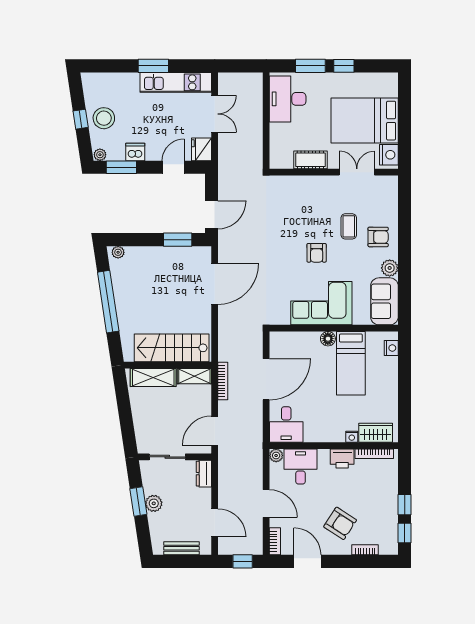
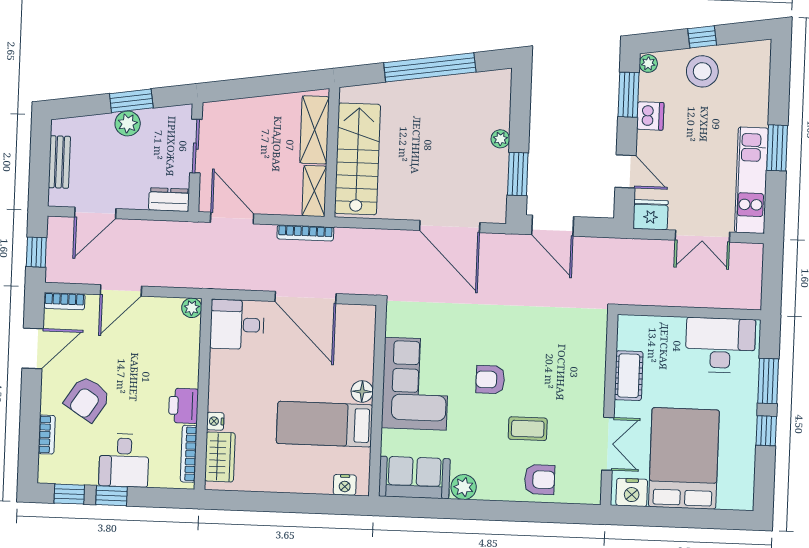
armchair: (378, 237) -> (540, 480), moved, turned -90
plant: (118, 252) -> (500, 139), moved
desk: (300, 467) -> (124, 460), moved, turned 90

